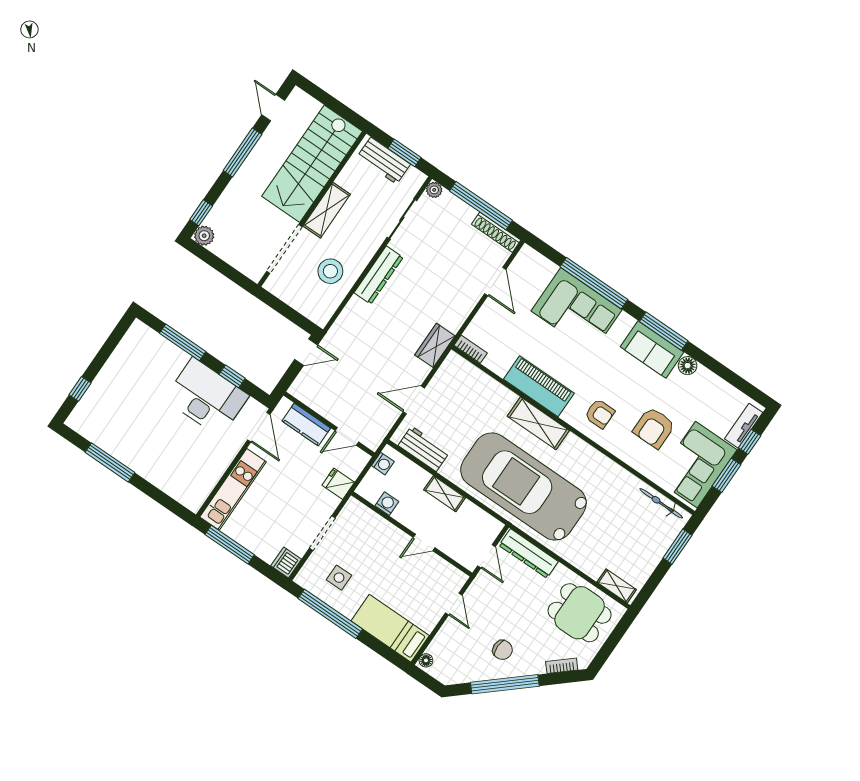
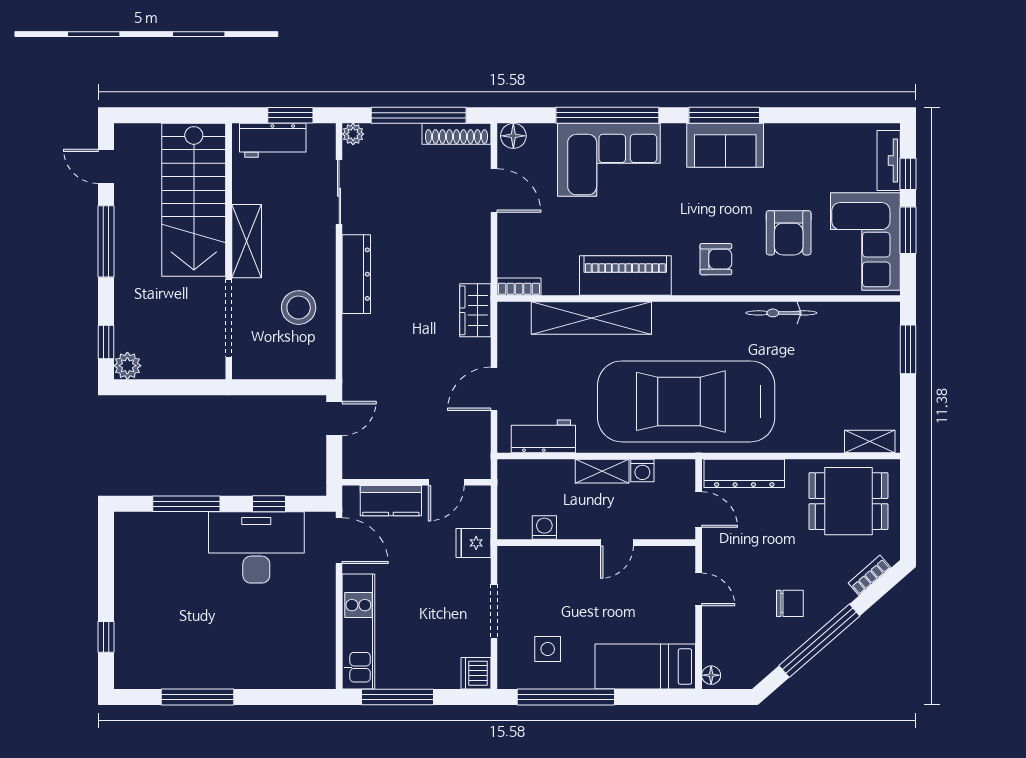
floor lamp: (688, 366) -> (513, 136), moved
shelving: (538, 423) -> (591, 318), moved, width x1.47
washing machine: (383, 464) -> (642, 471), moved, turned 90
bicycle: (661, 503) -> (781, 313), moved

